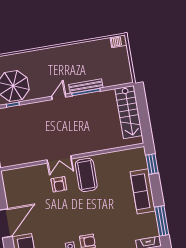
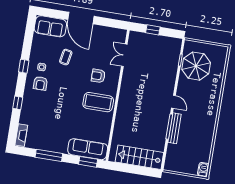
double door: (59, 159) -> (124, 55), moved
sofa: (143, 191) -> (88, 149), moved
window: (162, 221) -> (49, 155), moved
coffee table: (51, 225) -> (66, 57), added

